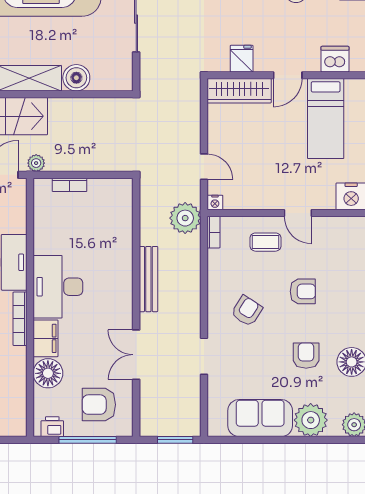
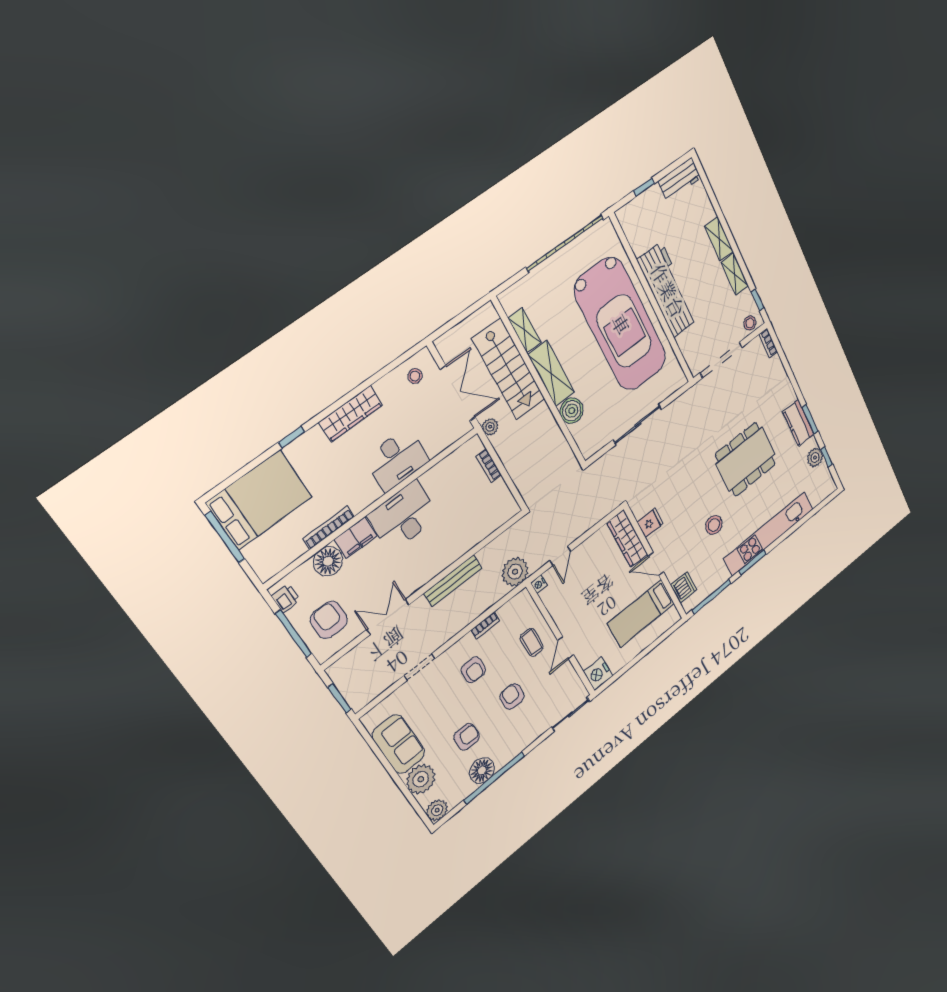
bookcase: (213, 232) -> (485, 625), moved
armchair: (303, 291) -> (512, 696), turned 180
armchair: (247, 311) -> (473, 670), turned 57
bookcase: (20, 319) -> (329, 528), moved

